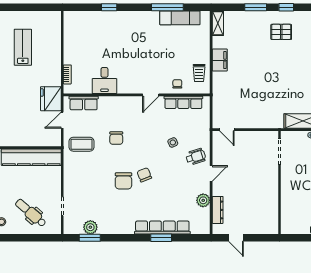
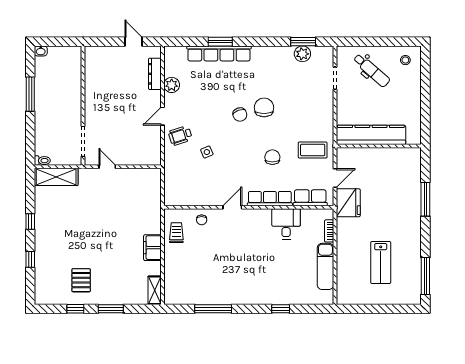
exam couch: (180, 18) -> (325, 266), moved, turned -90
pallet: (281, 32) -> (81, 280), turned 90
row of seats: (183, 102) -> (270, 199), moved
door: (227, 130) -> (107, 167), moved

